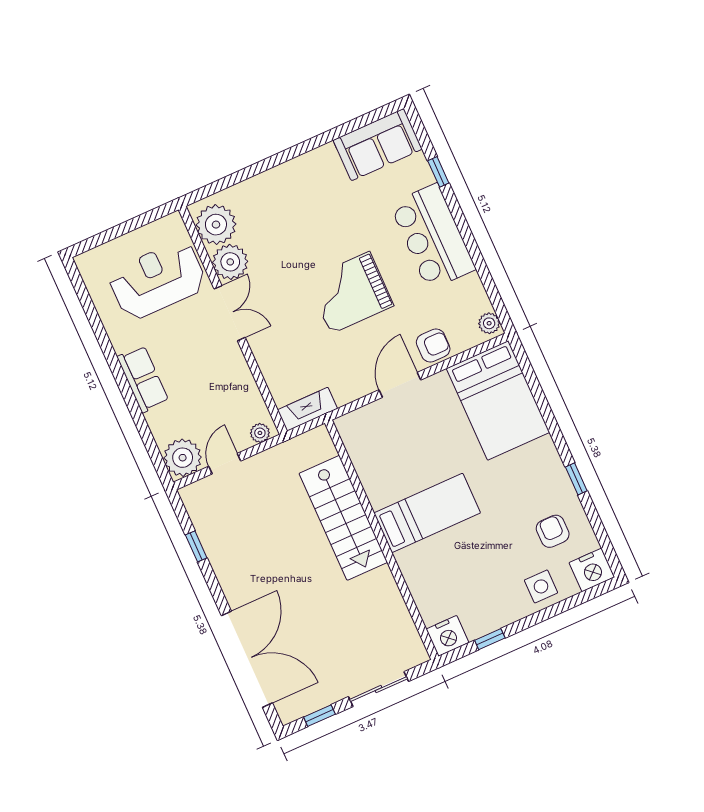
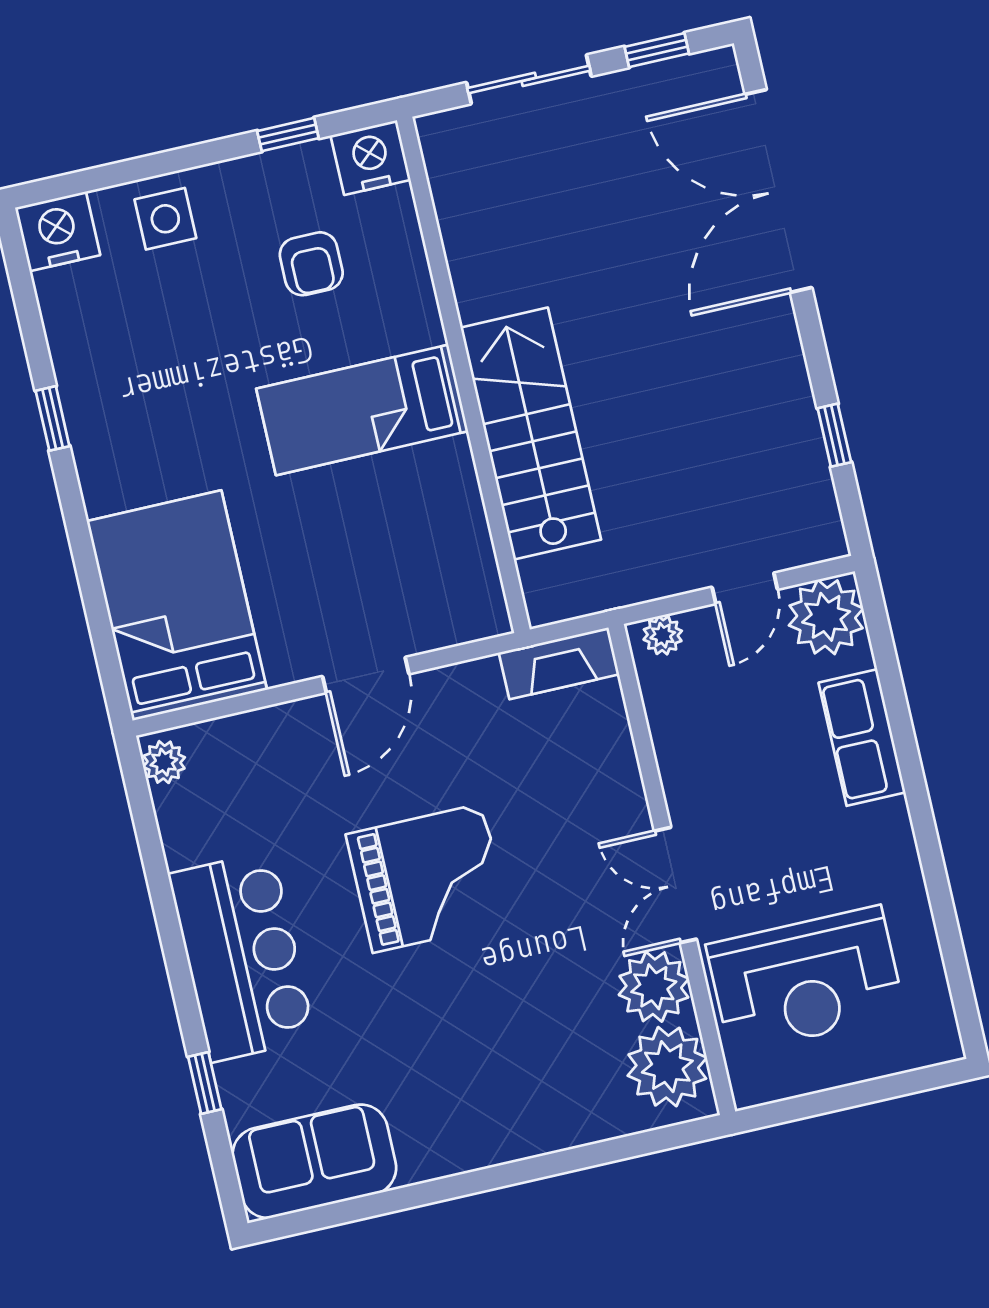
armchair: (433, 345) -> (284, 740), removed
row of seats: (143, 379) -> (862, 738), moved
armchair: (553, 531) -> (311, 264), moved

